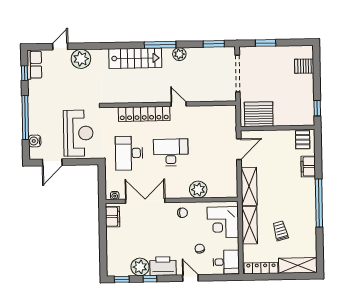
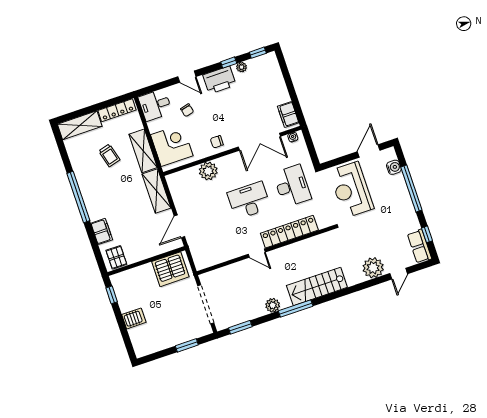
server rack: (304, 66) -> (134, 318), moved
desk: (171, 152) -> (249, 200), turned 180
plant: (140, 267) -> (242, 67), width x0.53, depth x0.53

